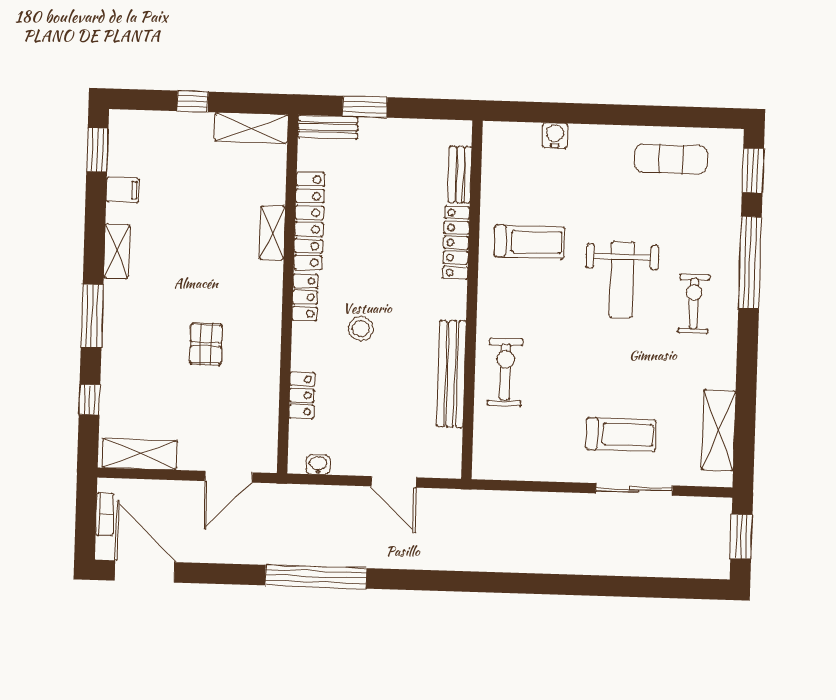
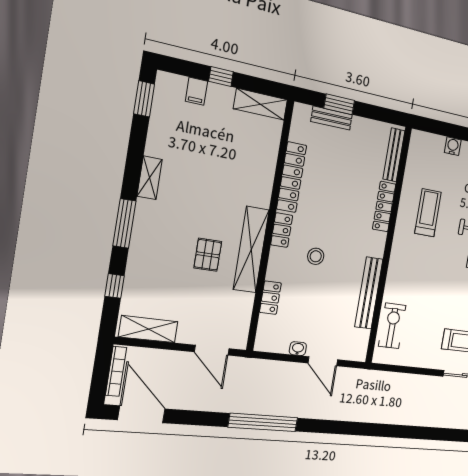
bench: (328, 127) -> (332, 118), moved
bench: (460, 175) -> (394, 155), width x1.36
filing cabinet: (123, 190) -> (196, 91), moved, turned 90
shelving: (272, 233) -> (251, 250), moved, width x2.20, depth x1.33
treadmill: (529, 242) -> (428, 213), turned -90
exercise bike: (505, 372) -> (392, 326), moved
washbasin: (318, 465) -> (298, 349), moved
door: (229, 477) -> (212, 350), hinge flipped
bookcase: (105, 514) -> (116, 371), width x1.56

